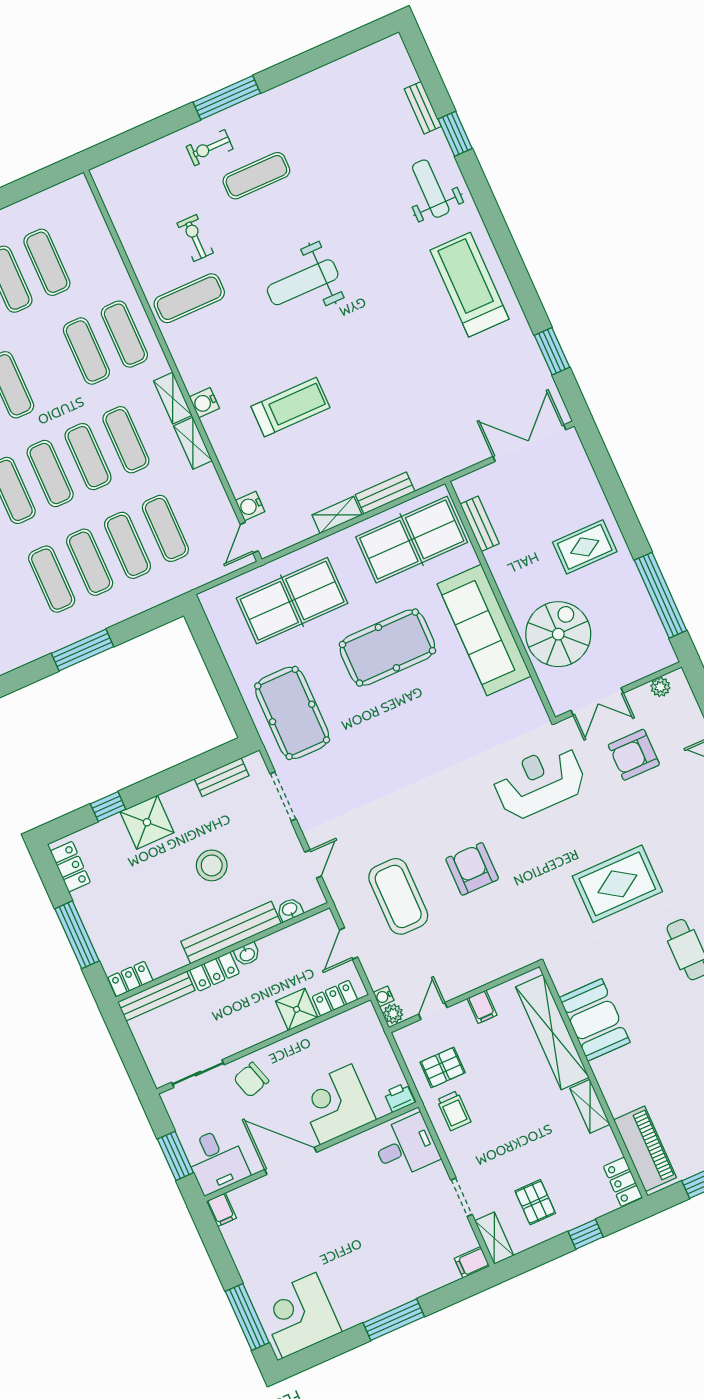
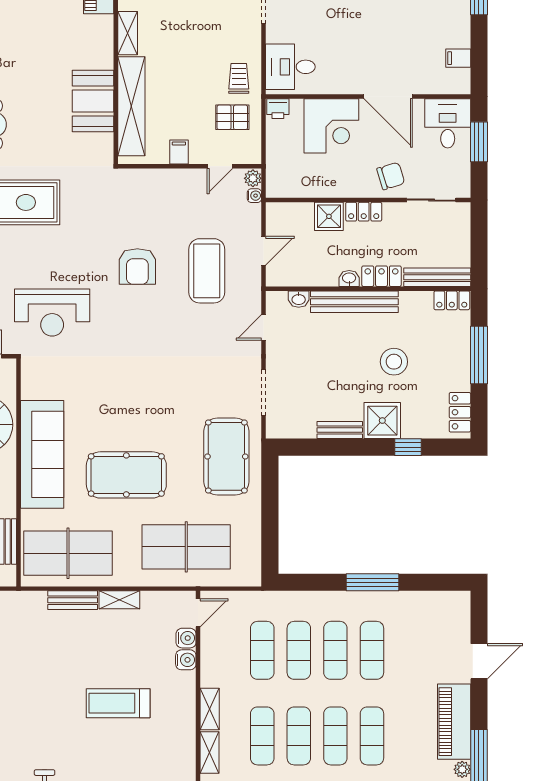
water cooler: (204, 403) -> (186, 660), moved
bench: (222, 777) -> (340, 430), moved
stool: (212, 865) -> (394, 362), moved
locker: (335, 998) -> (364, 212), moved
filing cabinet: (221, 1210) -> (458, 58), moved, turned -90

